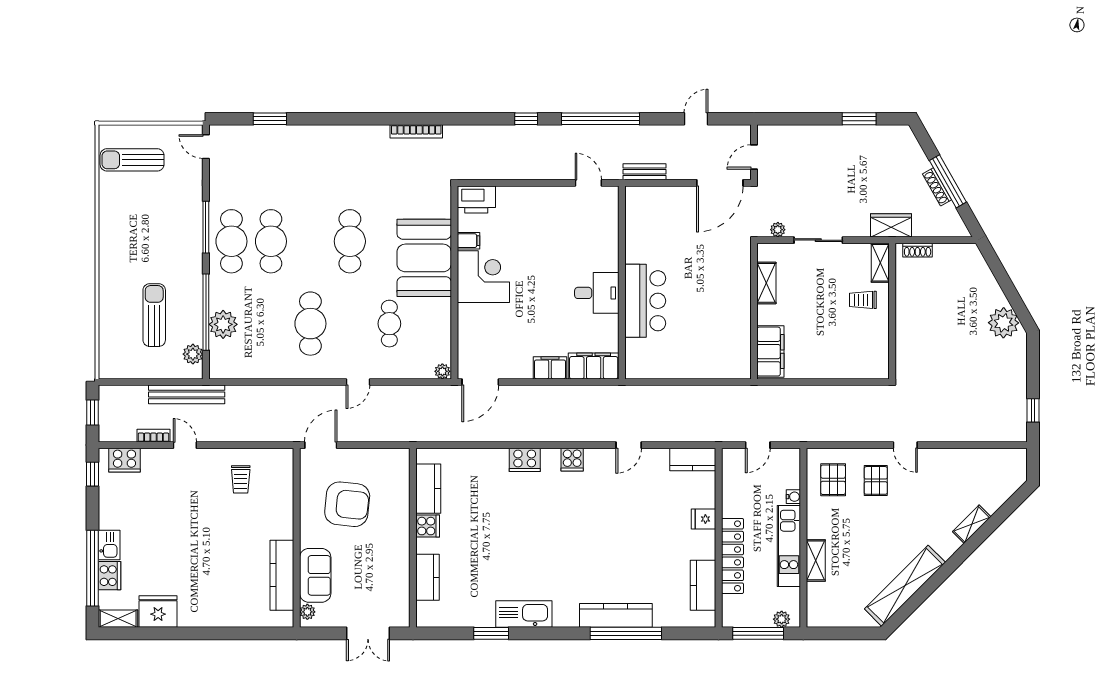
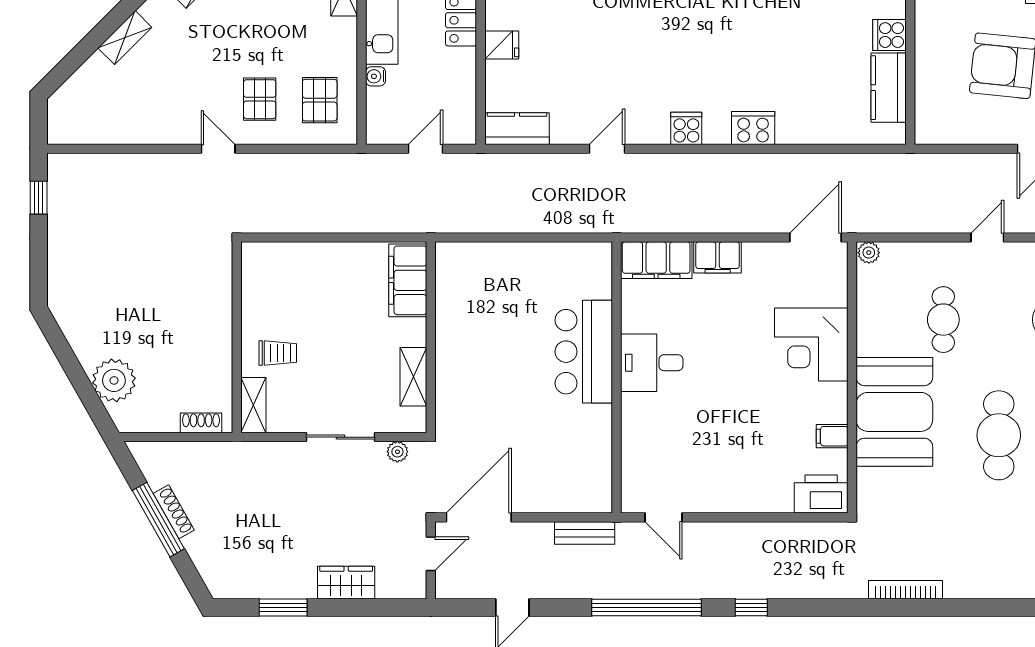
wardrobe: (891, 225) -> (346, 583), moved, turned 180
corner desk: (483, 277) -> (811, 344), moved
plant: (1004, 323) -> (114, 380), moved

